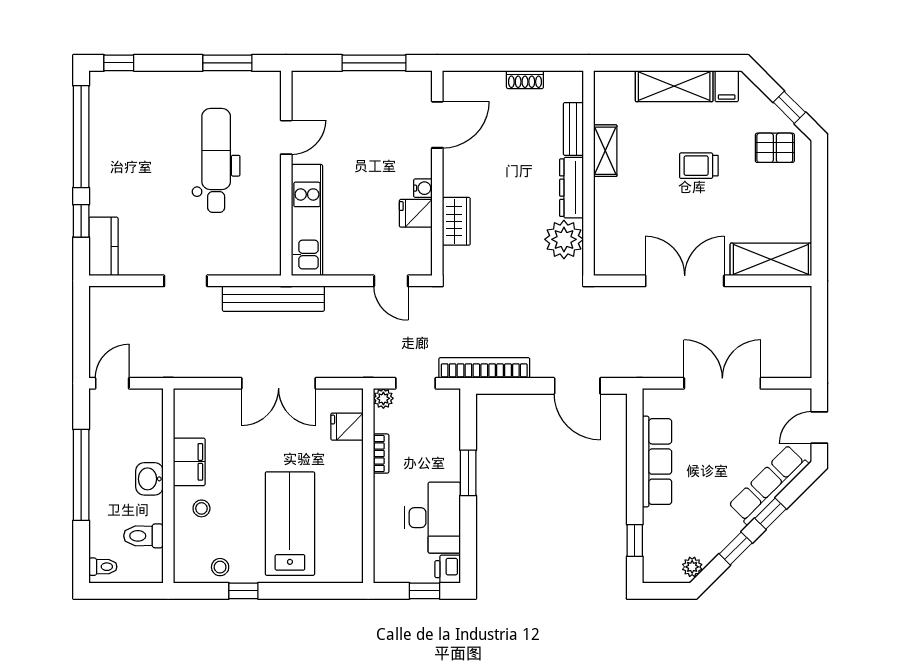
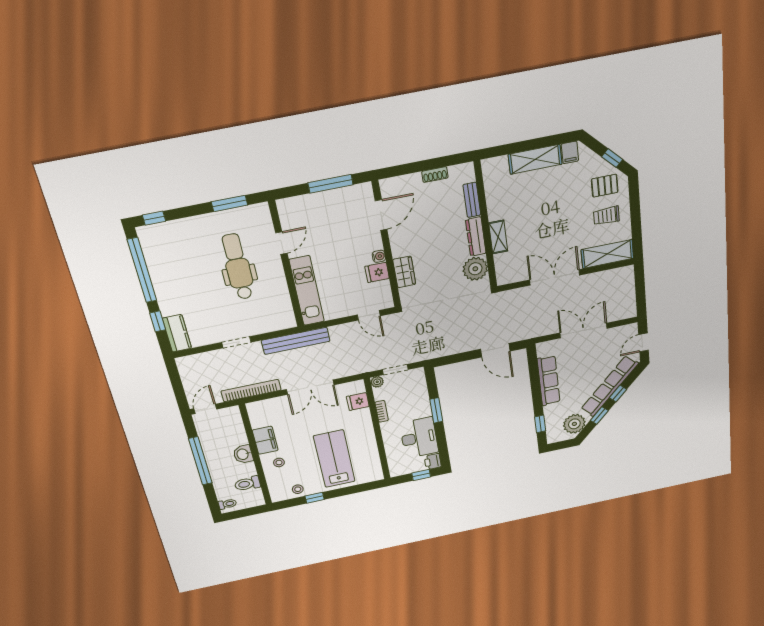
shelving: (605, 151) -> (498, 237), moved
trolley: (699, 166) -> (606, 216), moved
bookcase: (484, 368) -> (251, 391), moved
row of seats: (768, 485) -> (610, 386), width x1.36
plant: (692, 567) -> (574, 424), width x1.88, depth x1.88

